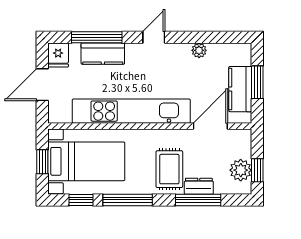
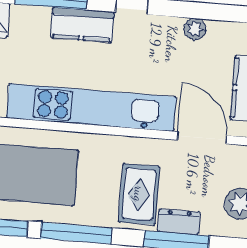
kitchen counter: (103, 54) -> (82, 25), moved
door: (210, 126) -> (202, 138), hinge flipped

